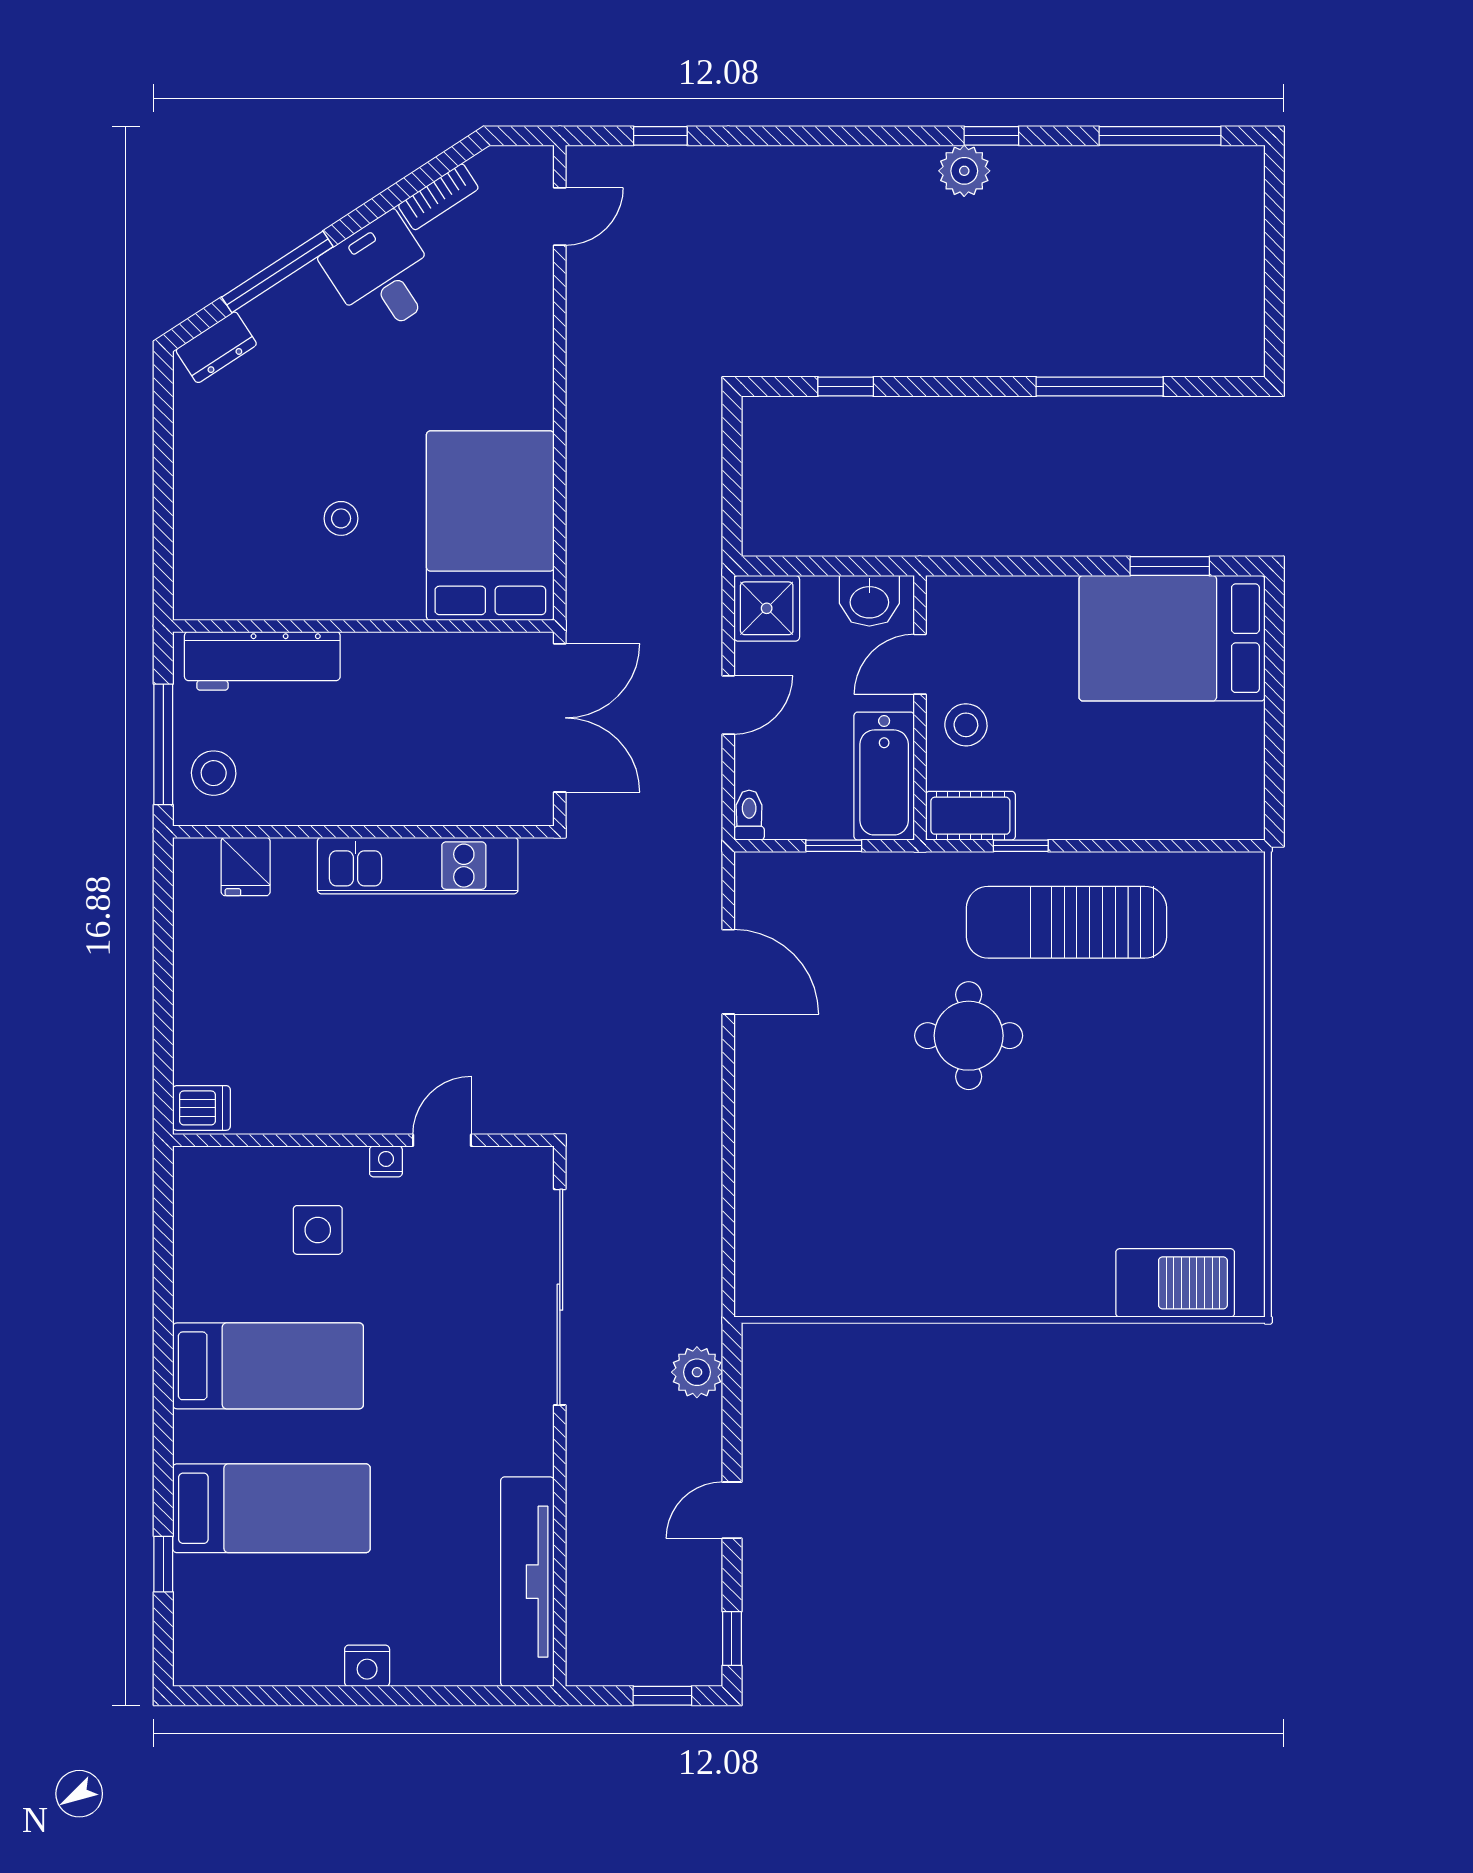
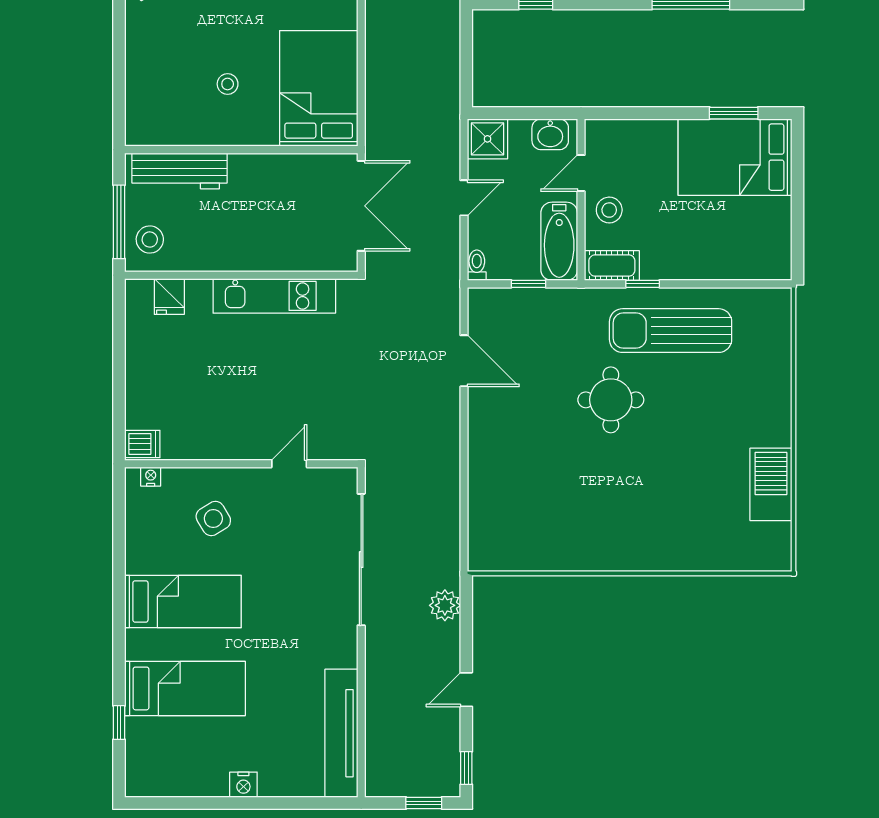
nightstand: (386, 1161) -> (151, 477), moved
side table: (318, 1230) -> (213, 519), turned -31
barbecue: (1175, 1283) -> (771, 484), moved, turned -90

